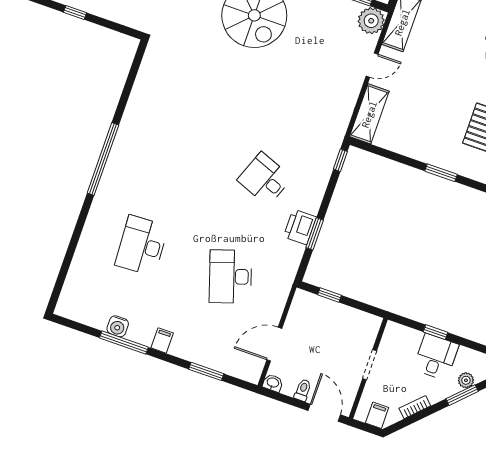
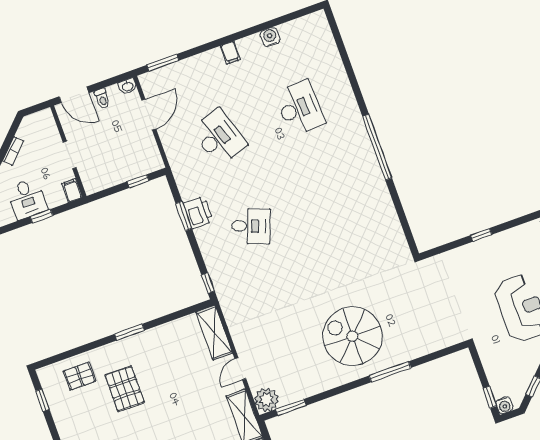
window: (124, 343) -> (256, 29), removed
window: (206, 371) -> (163, 63), moved
filing cabinet: (377, 415) -> (72, 190), moved, turned 180

